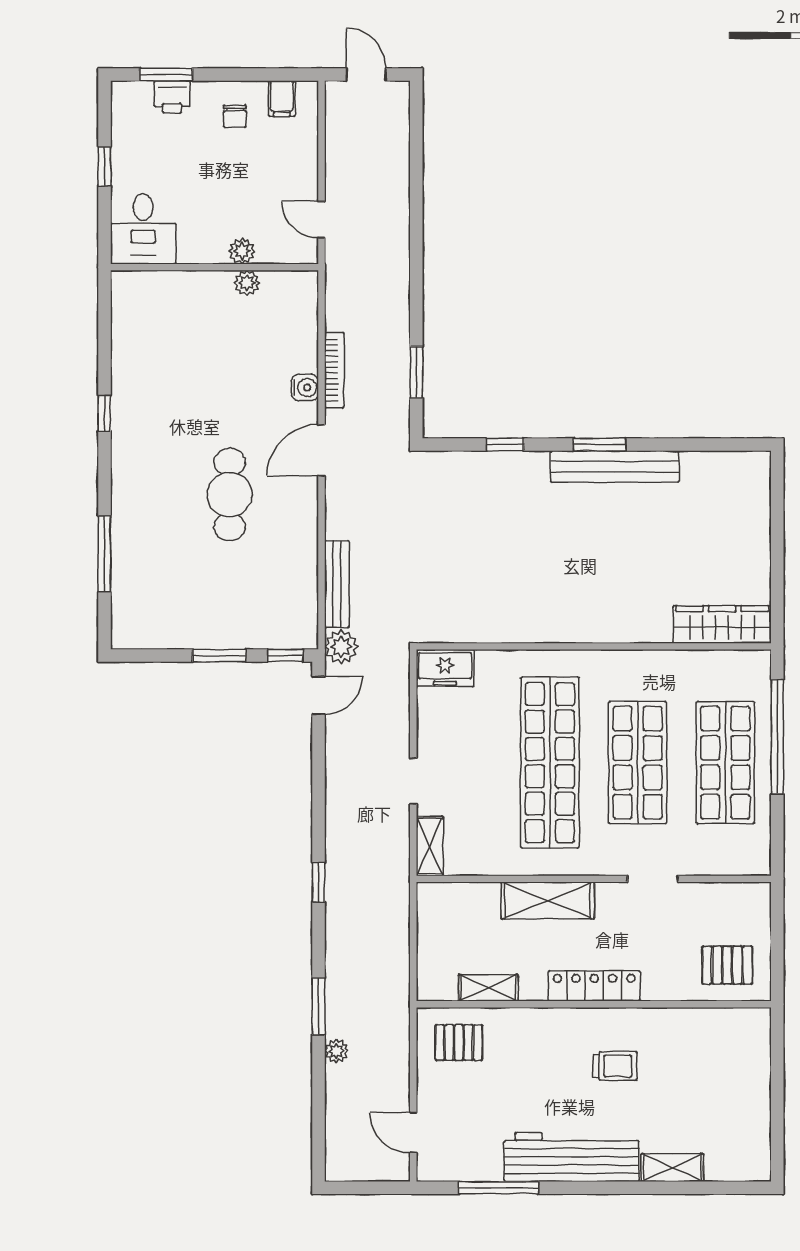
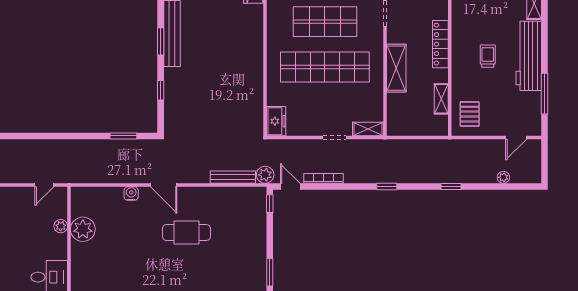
plant: (247, 283) -> (83, 229), width x1.88, depth x1.88
bookcase: (334, 370) -> (324, 178), moved
window: (219, 656) -> (270, 272), moved
window: (318, 1007) -> (451, 187), width x0.67
plant: (336, 1051) -> (503, 177), moved
trolley: (615, 1066) -> (488, 56), moved

